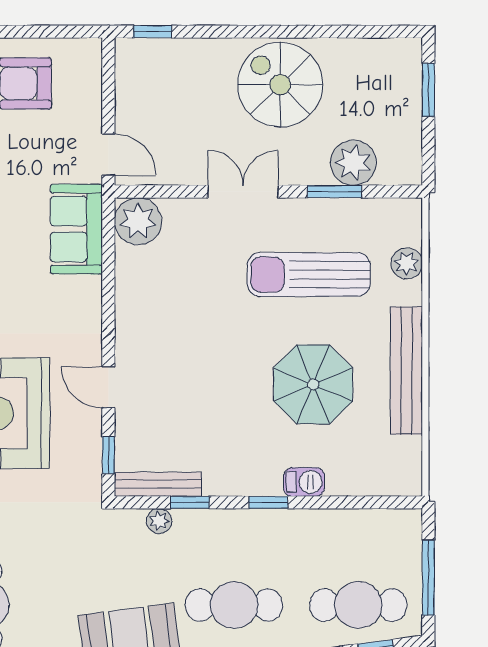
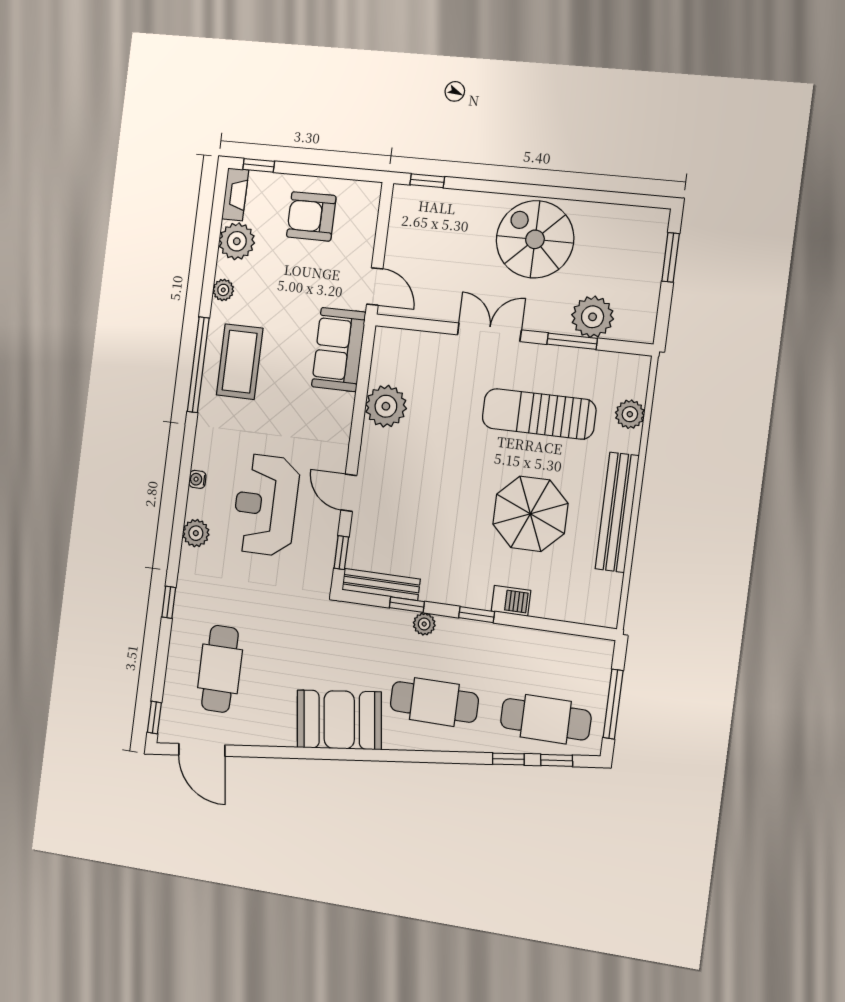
plant: (138, 221) -> (386, 406), moved
plant: (159, 521) -> (424, 624), moved

